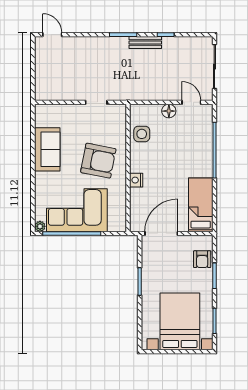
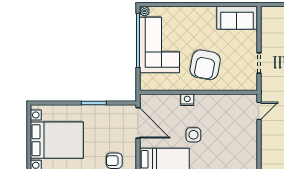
door: (191, 102) -> (259, 111), moved
floor lamp: (169, 111) -> (251, 130), removed
side table: (142, 134) -> (193, 135), moved
sofa: (47, 149) -> (237, 18), moved

